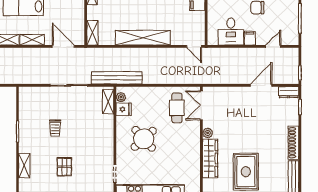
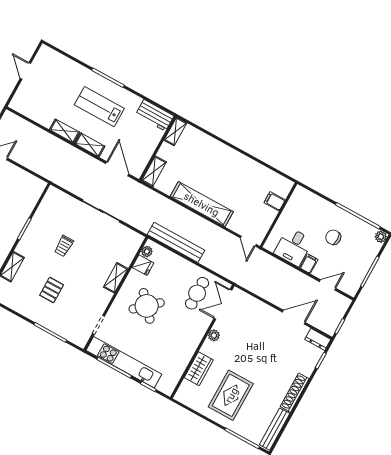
bench: (117, 78) -> (176, 242), moved
shelving: (108, 102) -> (116, 278), moved
wardrobe: (210, 158) -> (199, 369), width x0.67

